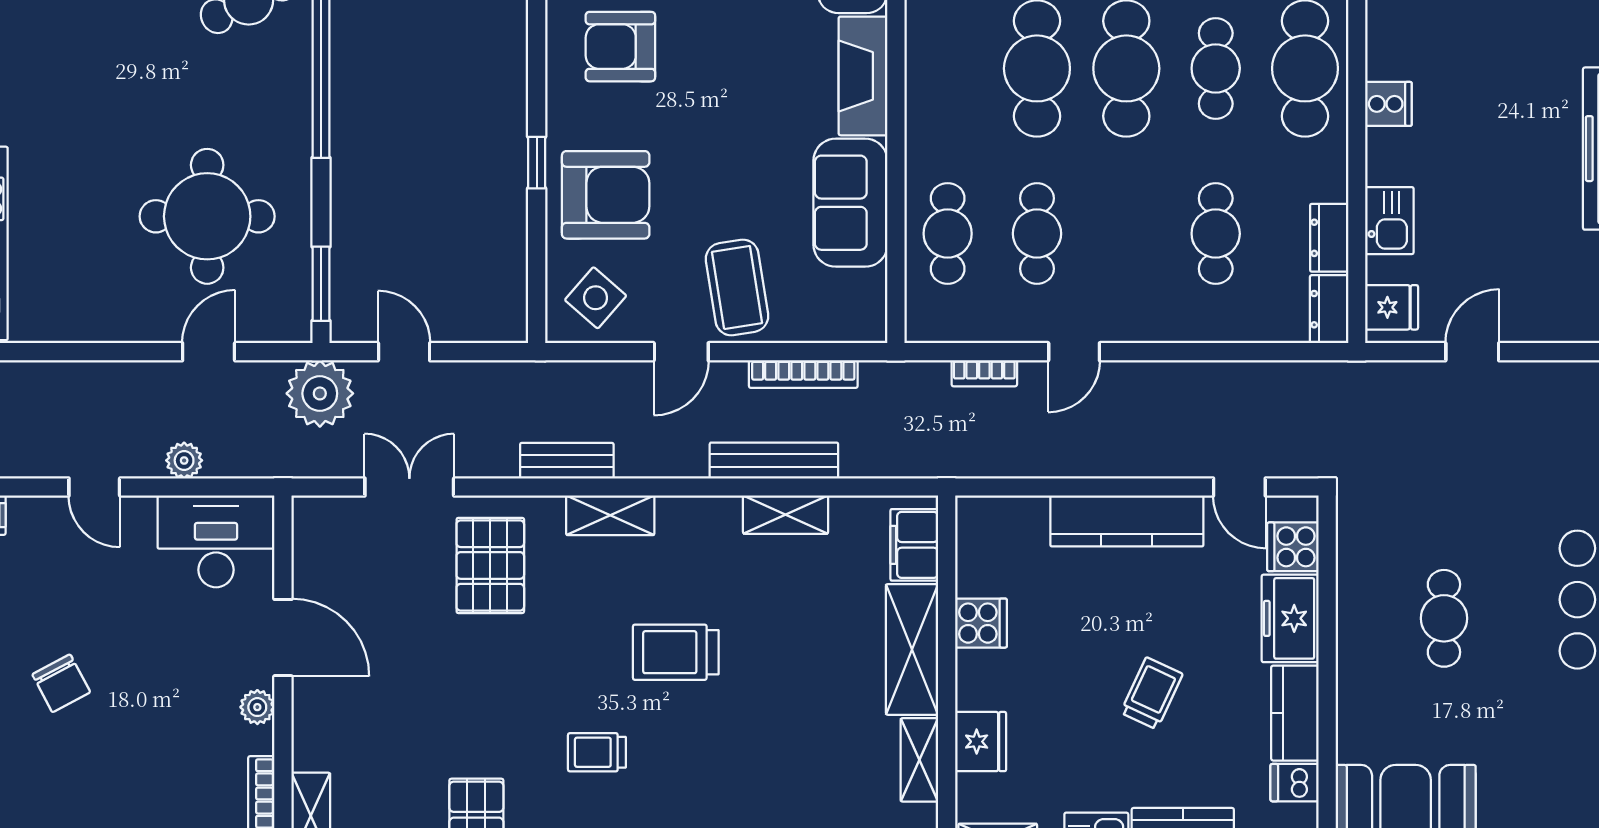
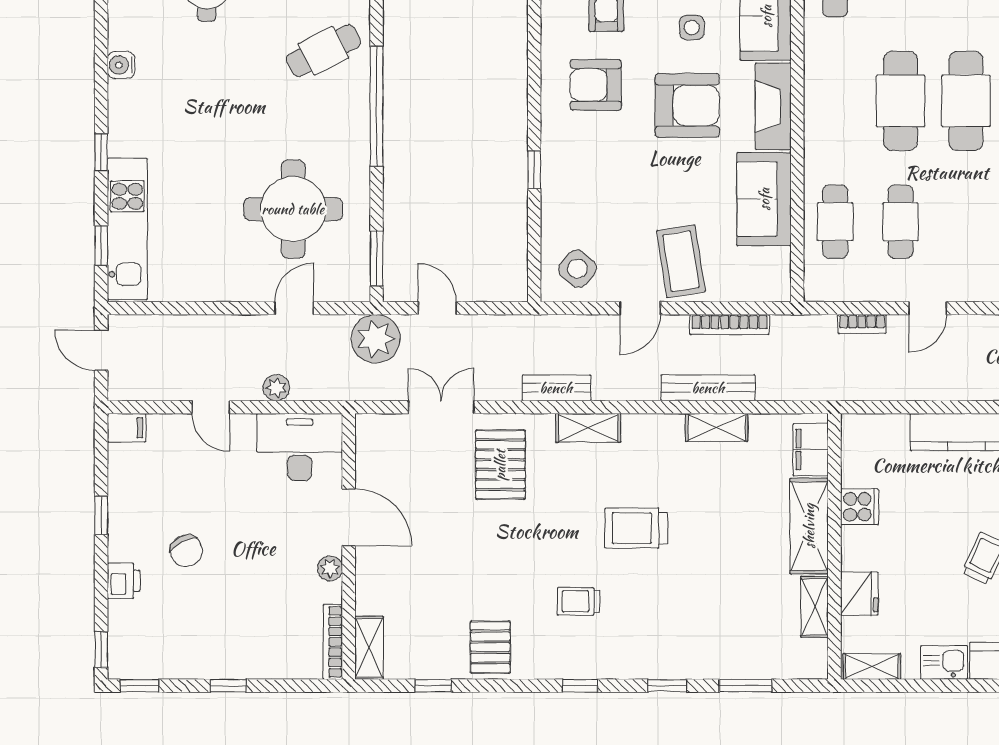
armchair: (606, 195) -> (687, 105), moved

